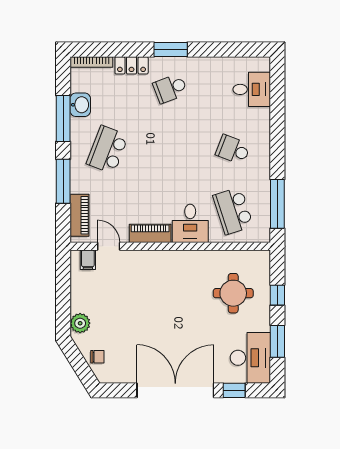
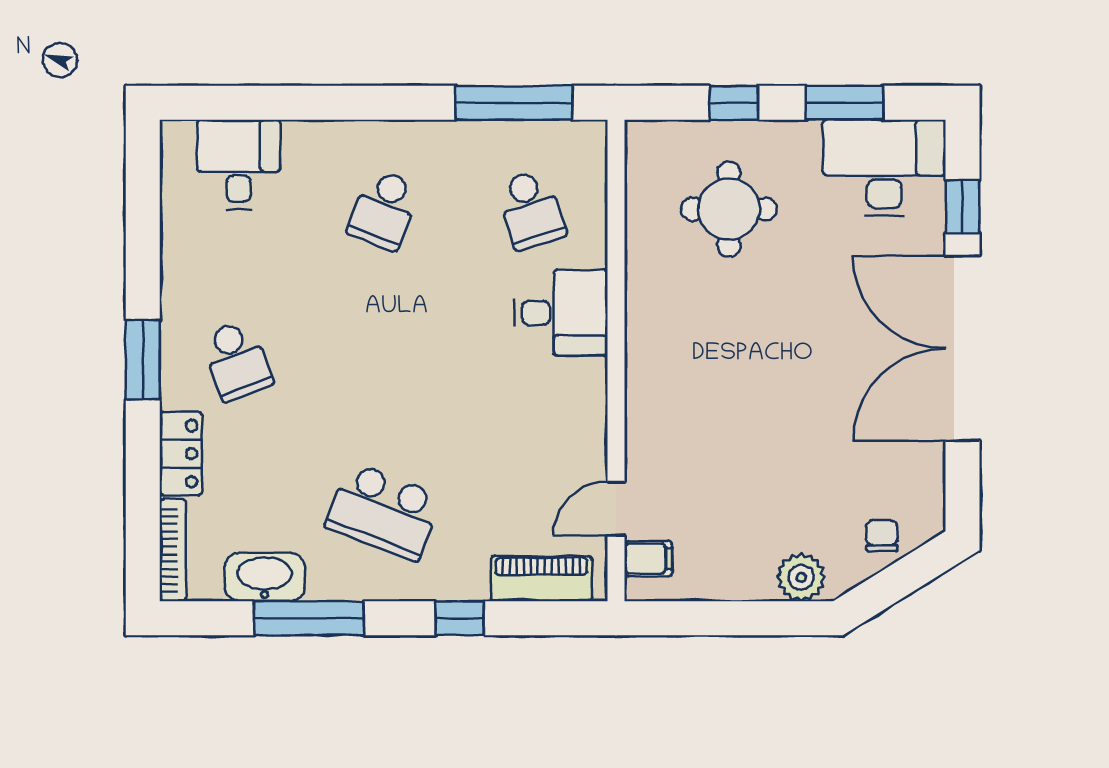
washbasin: (80, 105) -> (265, 577), width x1.38
window: (63, 181) -> (460, 618), width x0.46
school desk: (233, 211) -> (531, 210), width x0.54
piano: (150, 233) -> (585, 409), removed

